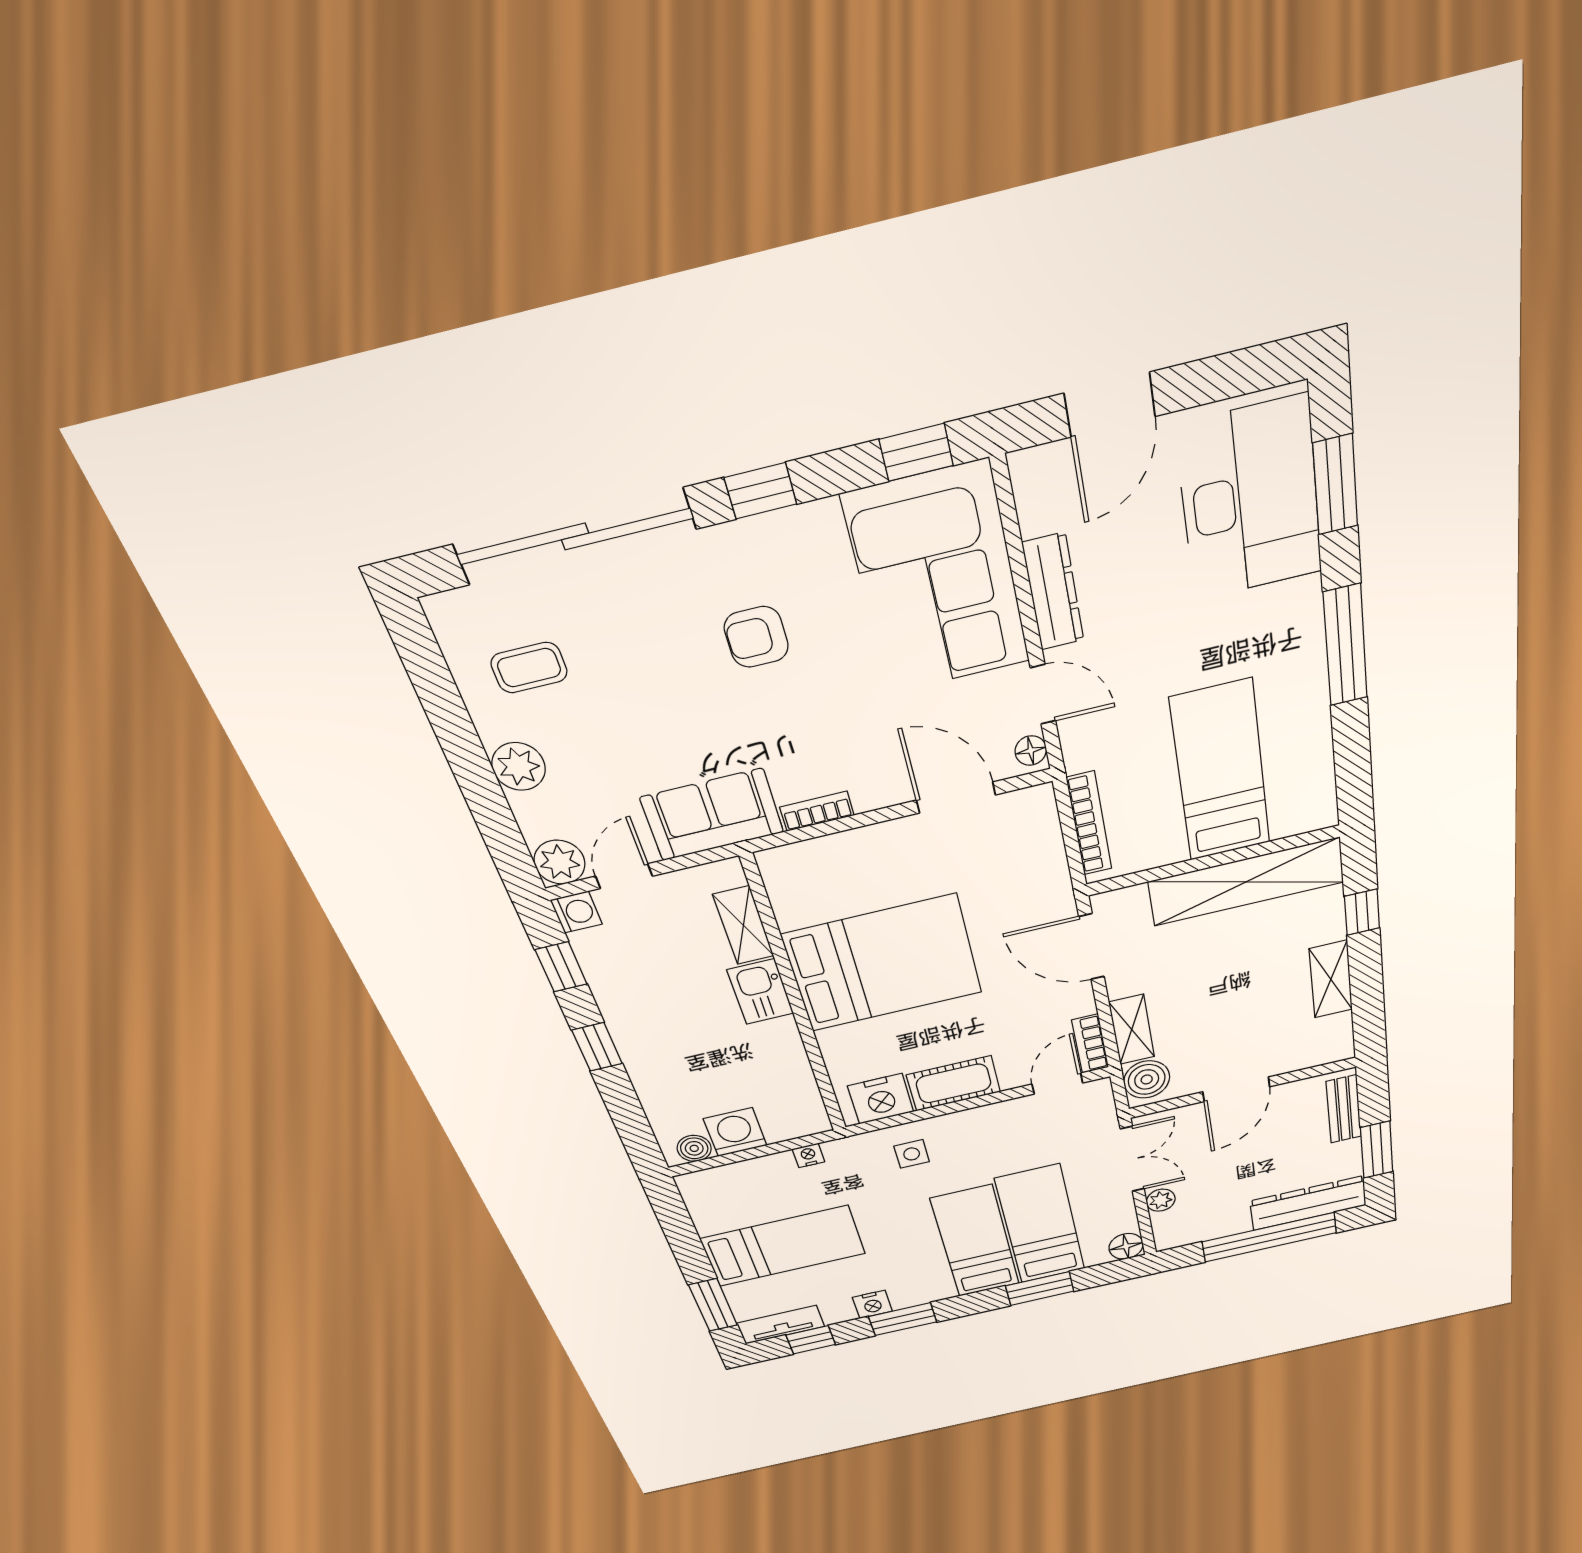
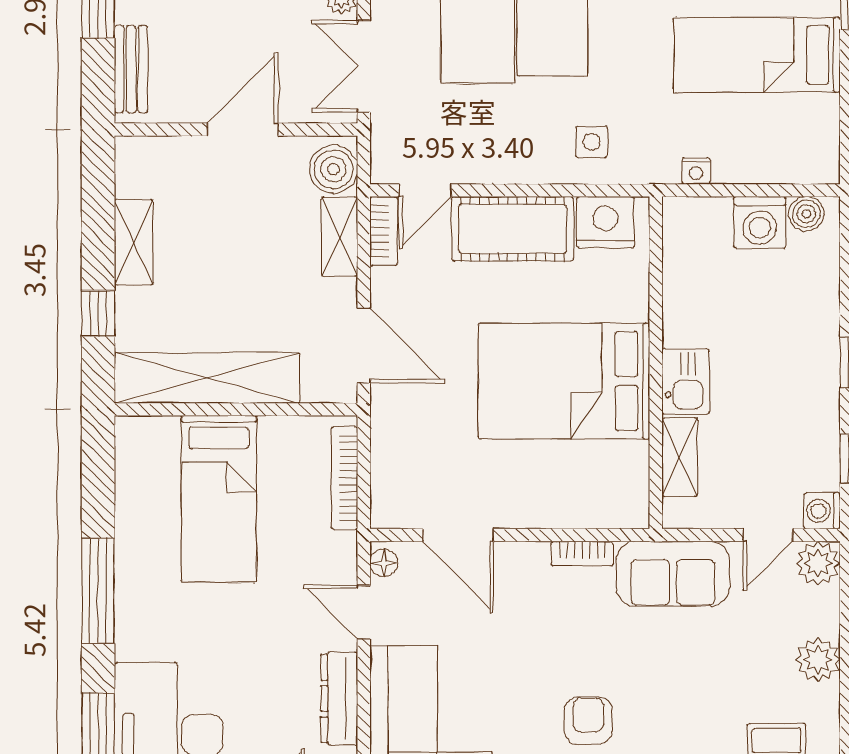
armchair: (756, 637) -> (588, 721), turned -90
cot: (954, 1083) -> (512, 229), width x1.37, depth x1.34

